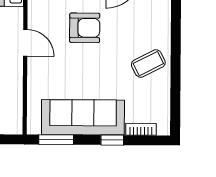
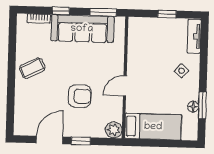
armchair: (85, 28) -> (80, 96), turned 180
door: (25, 43) -> (125, 86), hinge flipped

